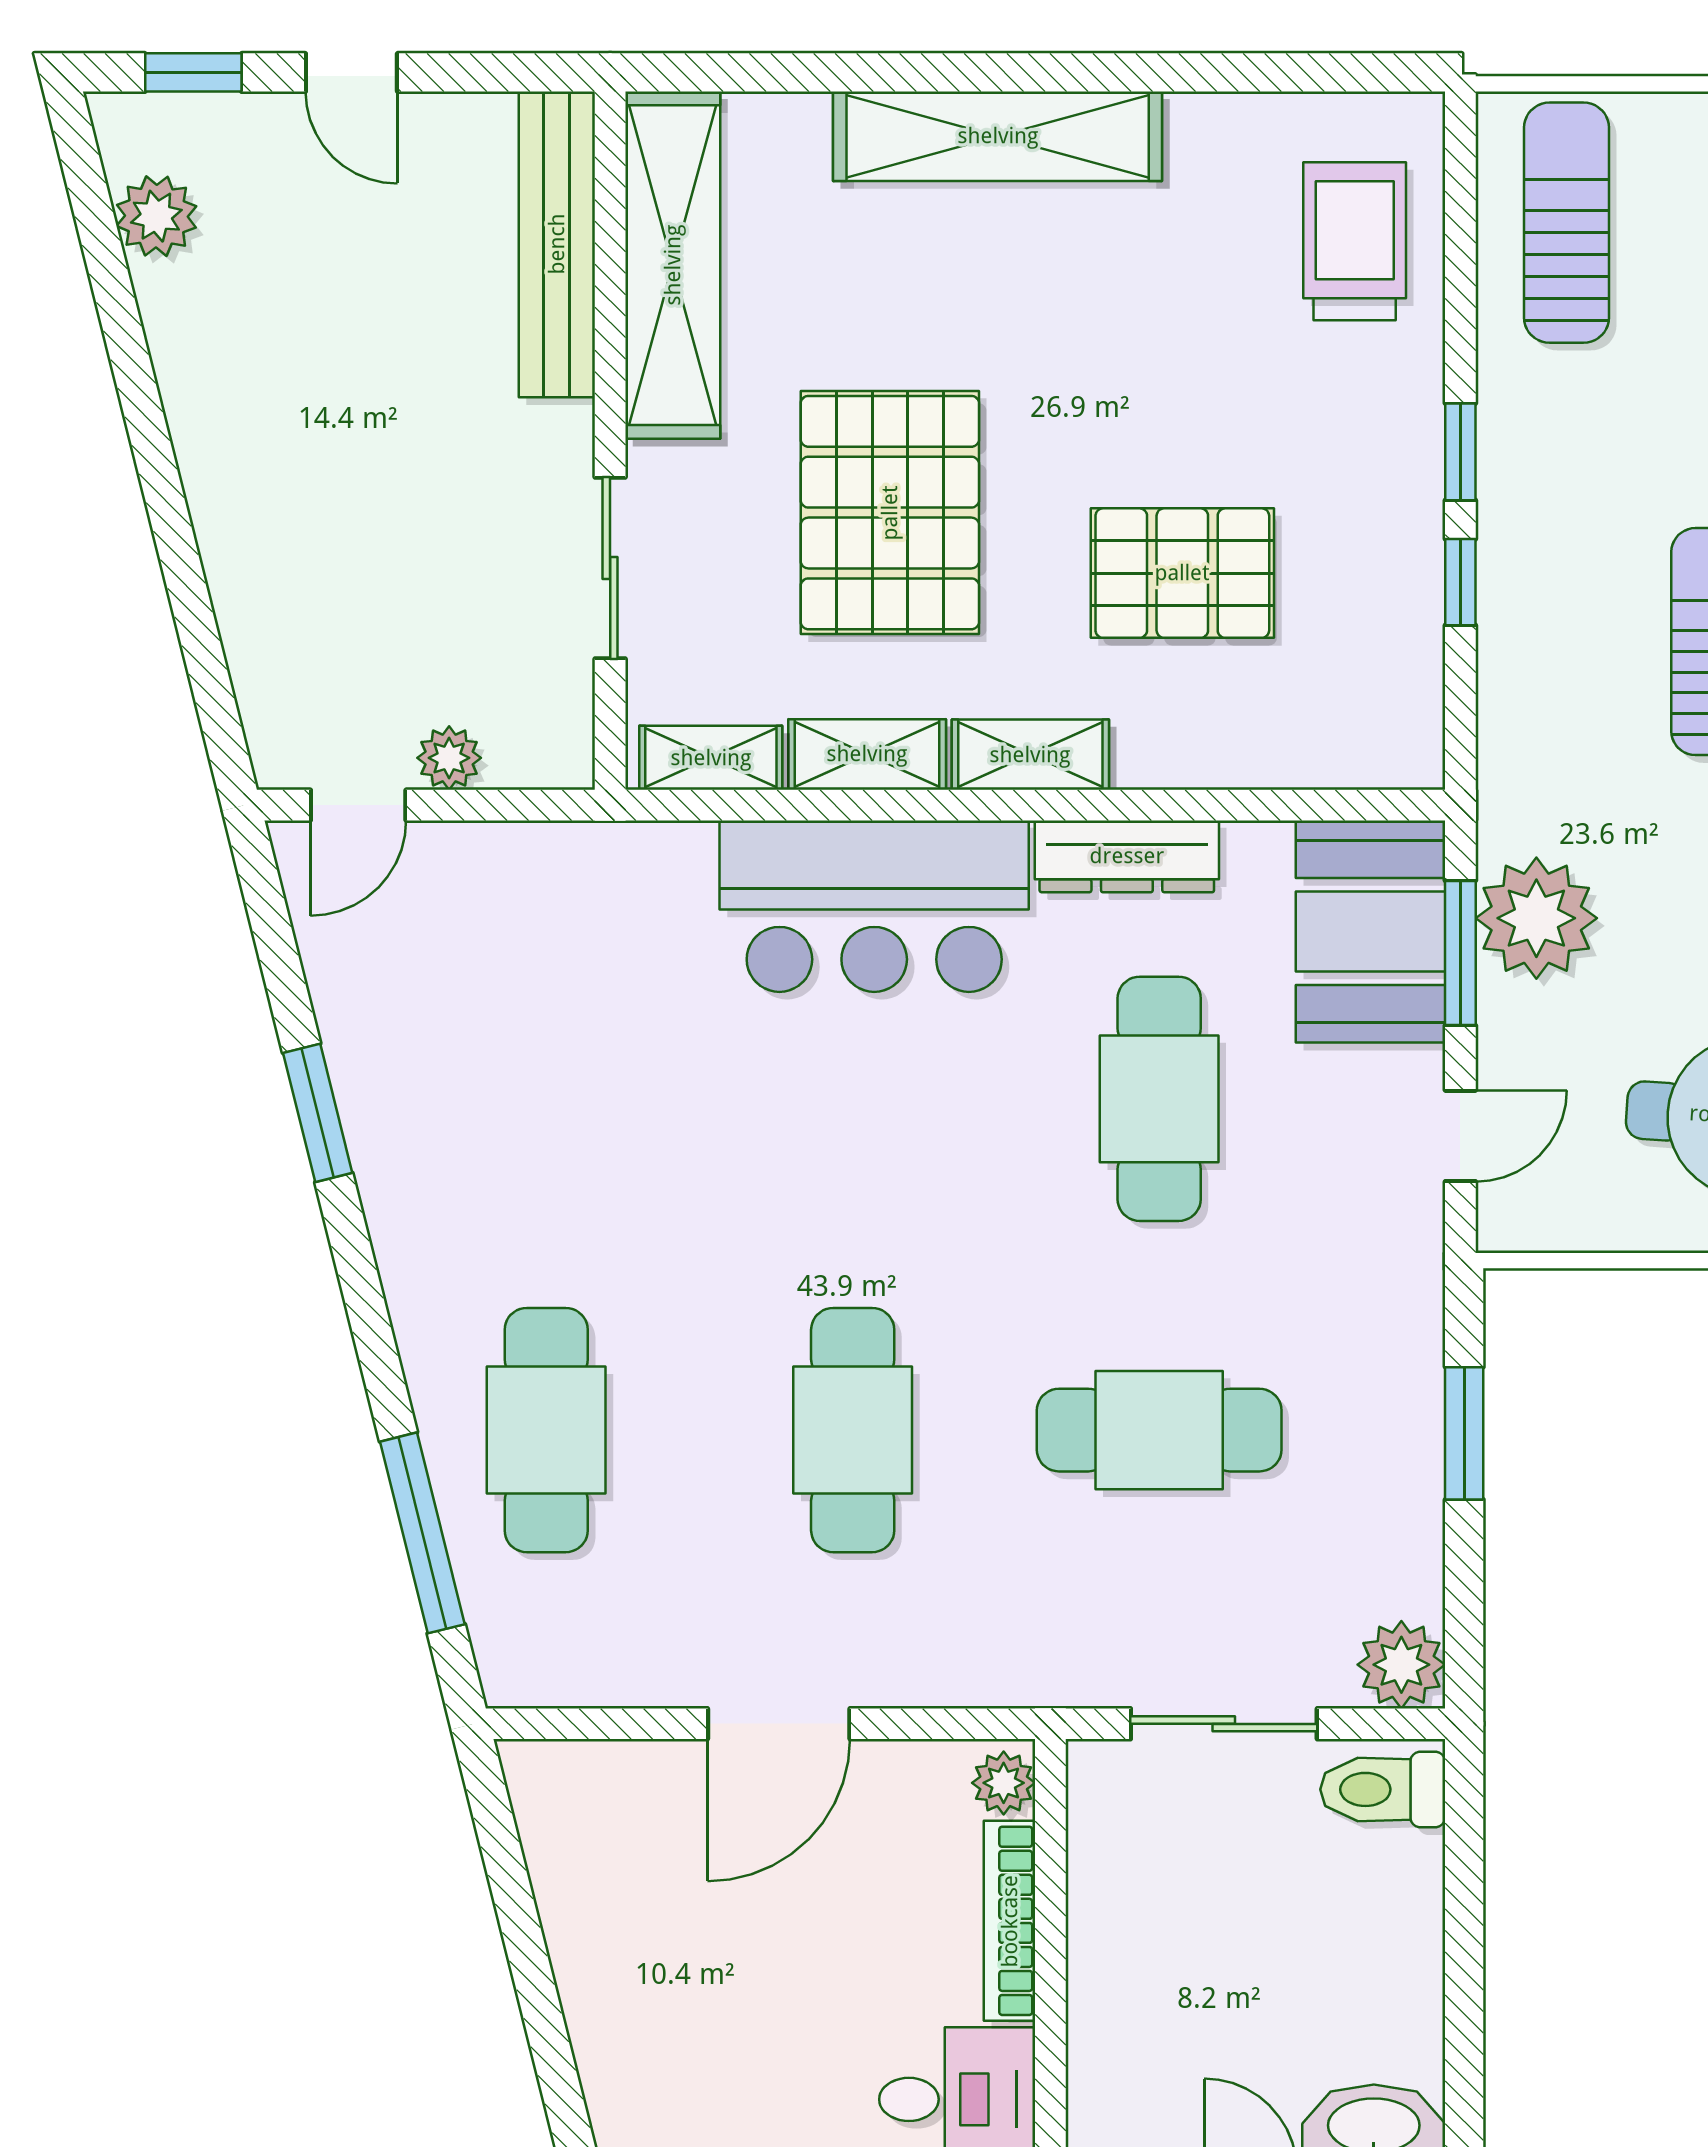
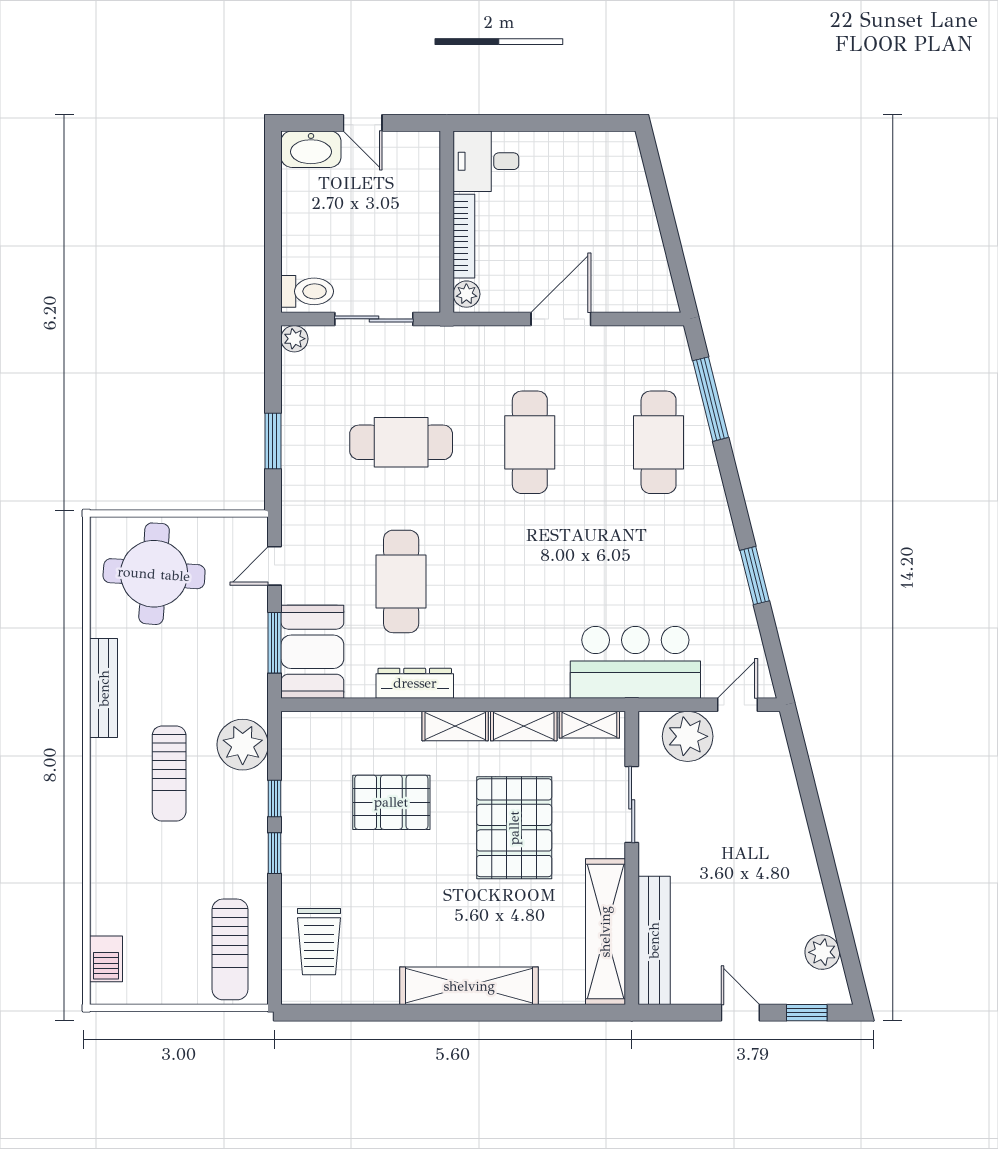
plant: (449, 758) -> (688, 736), width x1.88, depth x1.88
bar counter: (874, 906) -> (635, 662), moved
plant: (1536, 918) -> (243, 745), moved
plant: (1401, 1665) -> (294, 339), width x0.73, depth x0.73

